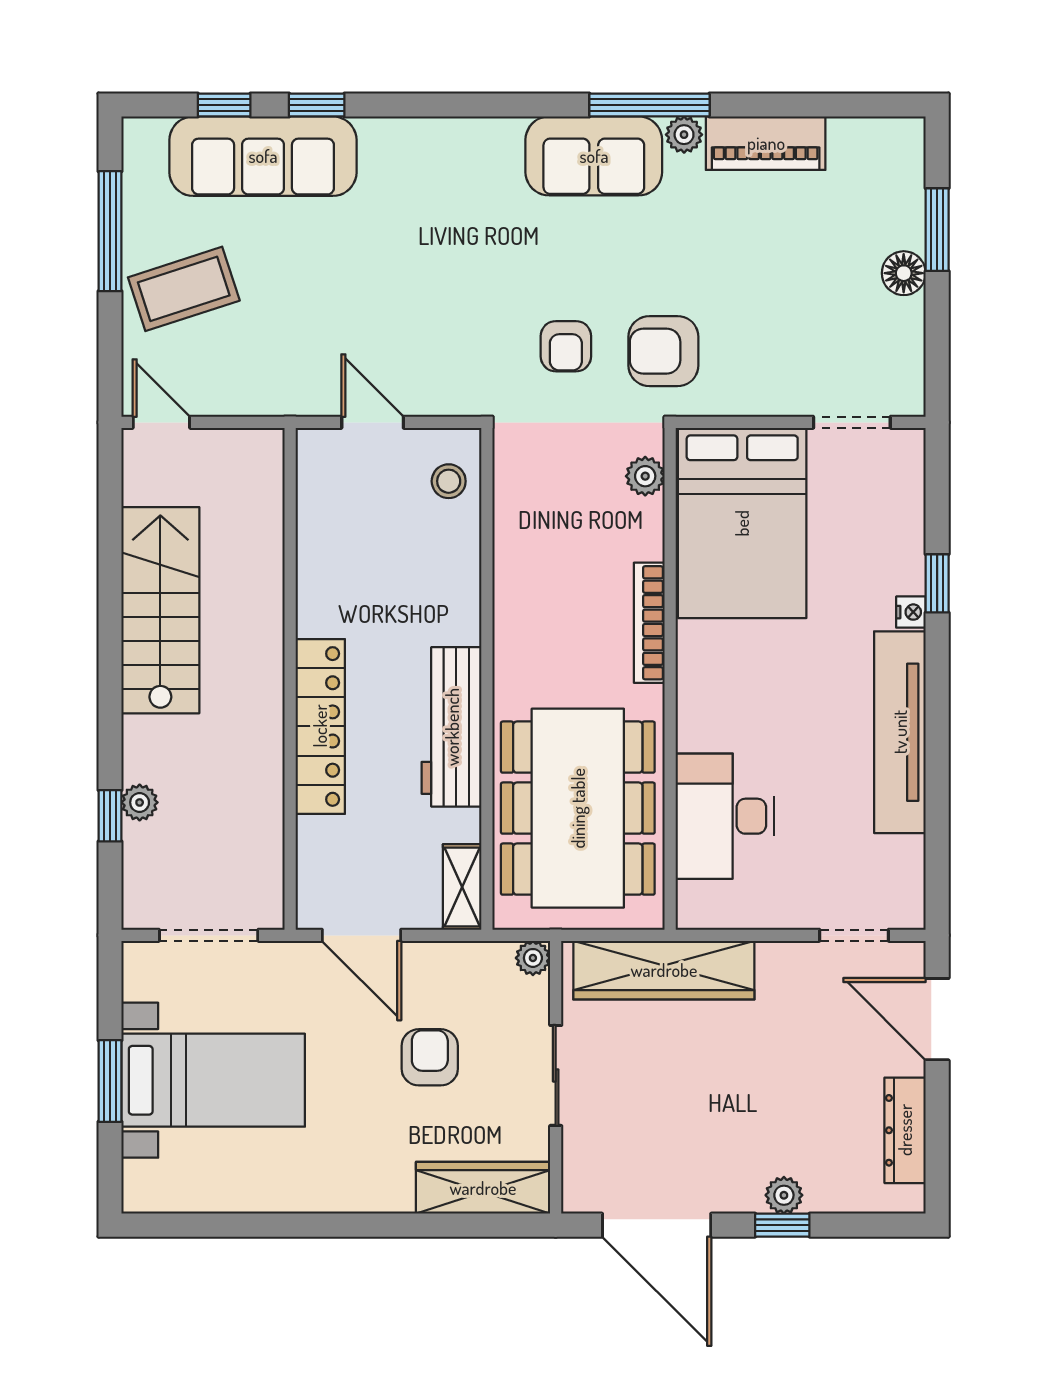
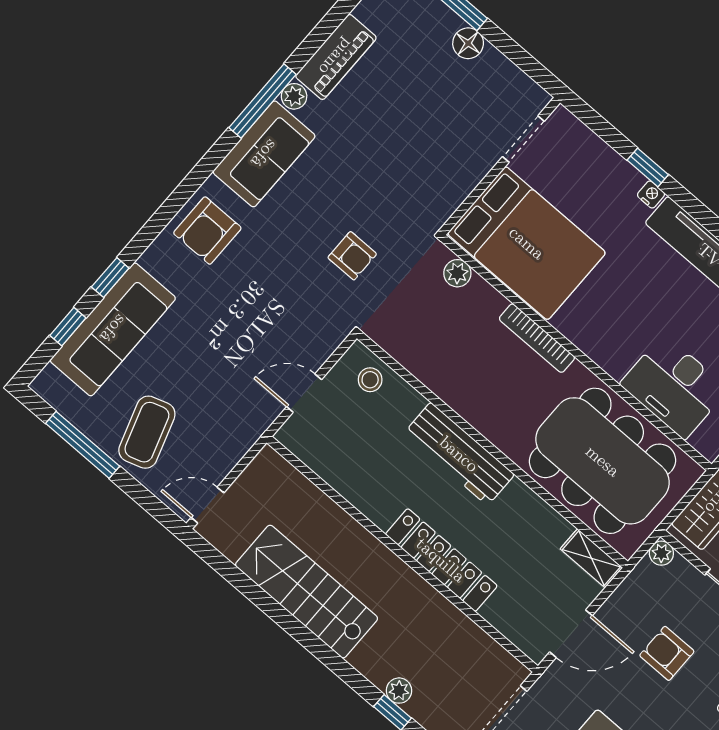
armchair: (663, 351) -> (207, 231), moved
workbench: (452, 727) -> (459, 454), moved

